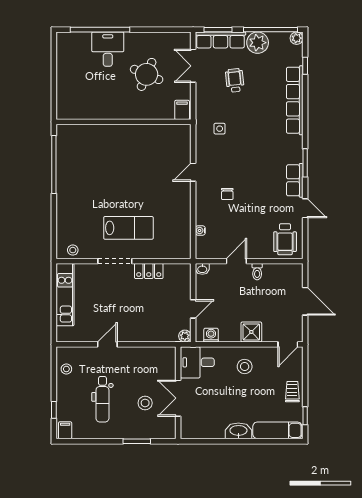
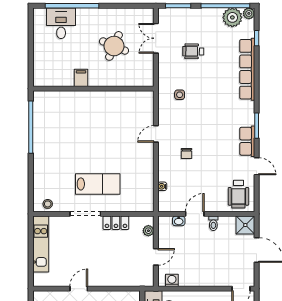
row of seats: (220, 40) -> (180, 15), removed
plant: (258, 43) -> (232, 17), moved
desk: (108, 49) -> (61, 23), moved
wheelchair: (235, 80) -> (193, 51), turned -83
filing cabinet: (182, 110) -> (81, 78), moved
washbasin: (202, 269) -> (179, 221), moved
shower: (251, 332) -> (245, 225), moved
plant: (185, 336) -> (148, 231), moved

